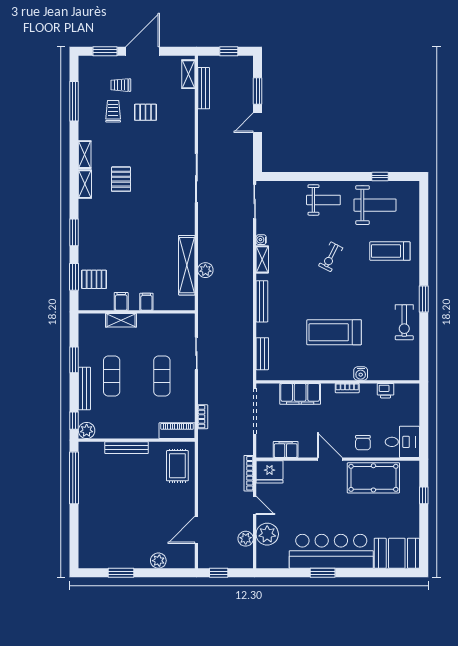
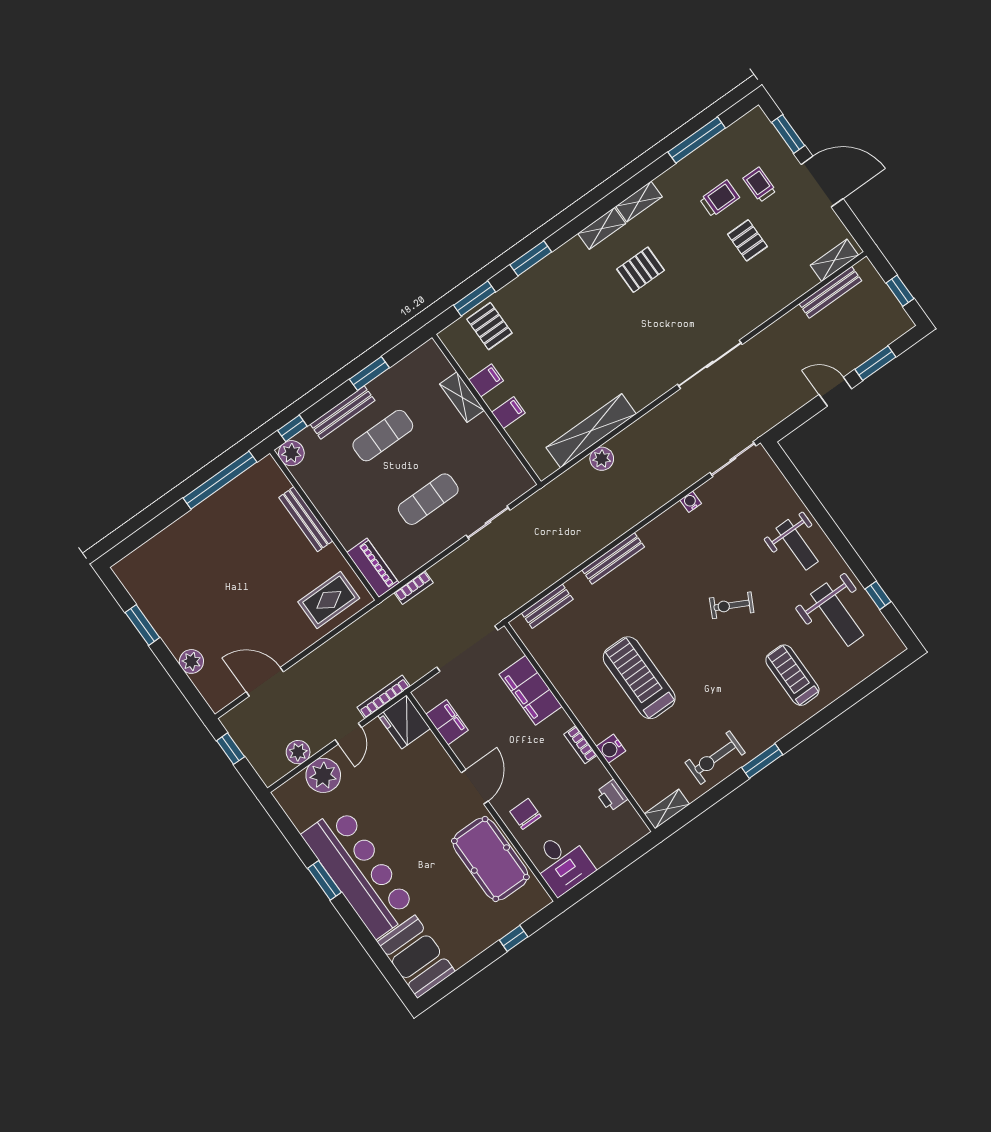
shelving: (262, 259) -> (667, 809), moved
chair: (363, 443) -> (525, 814), turned 90

